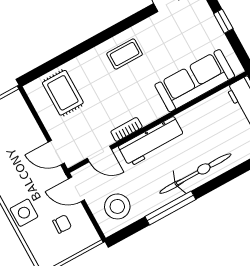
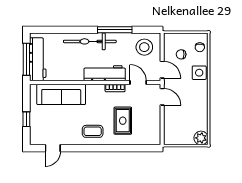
rug: (63, 93) -> (123, 121), moved
chair: (42, 248) -> (200, 47), added

